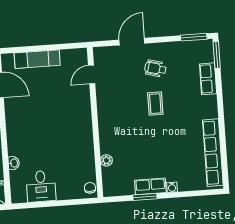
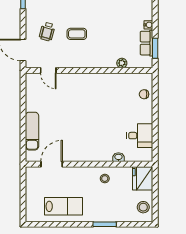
door: (92, 75) -> (48, 70), moved
wall: (95, 122) -> (89, 70), moved
plant: (106, 160) -> (122, 63), moved

